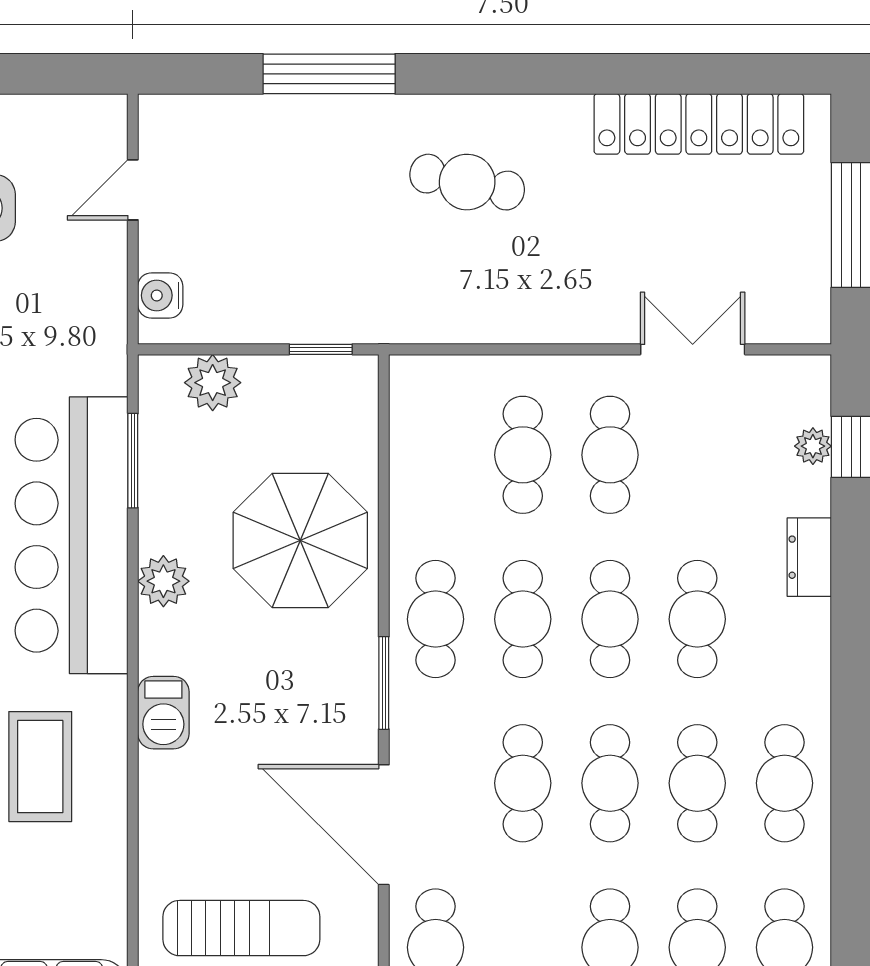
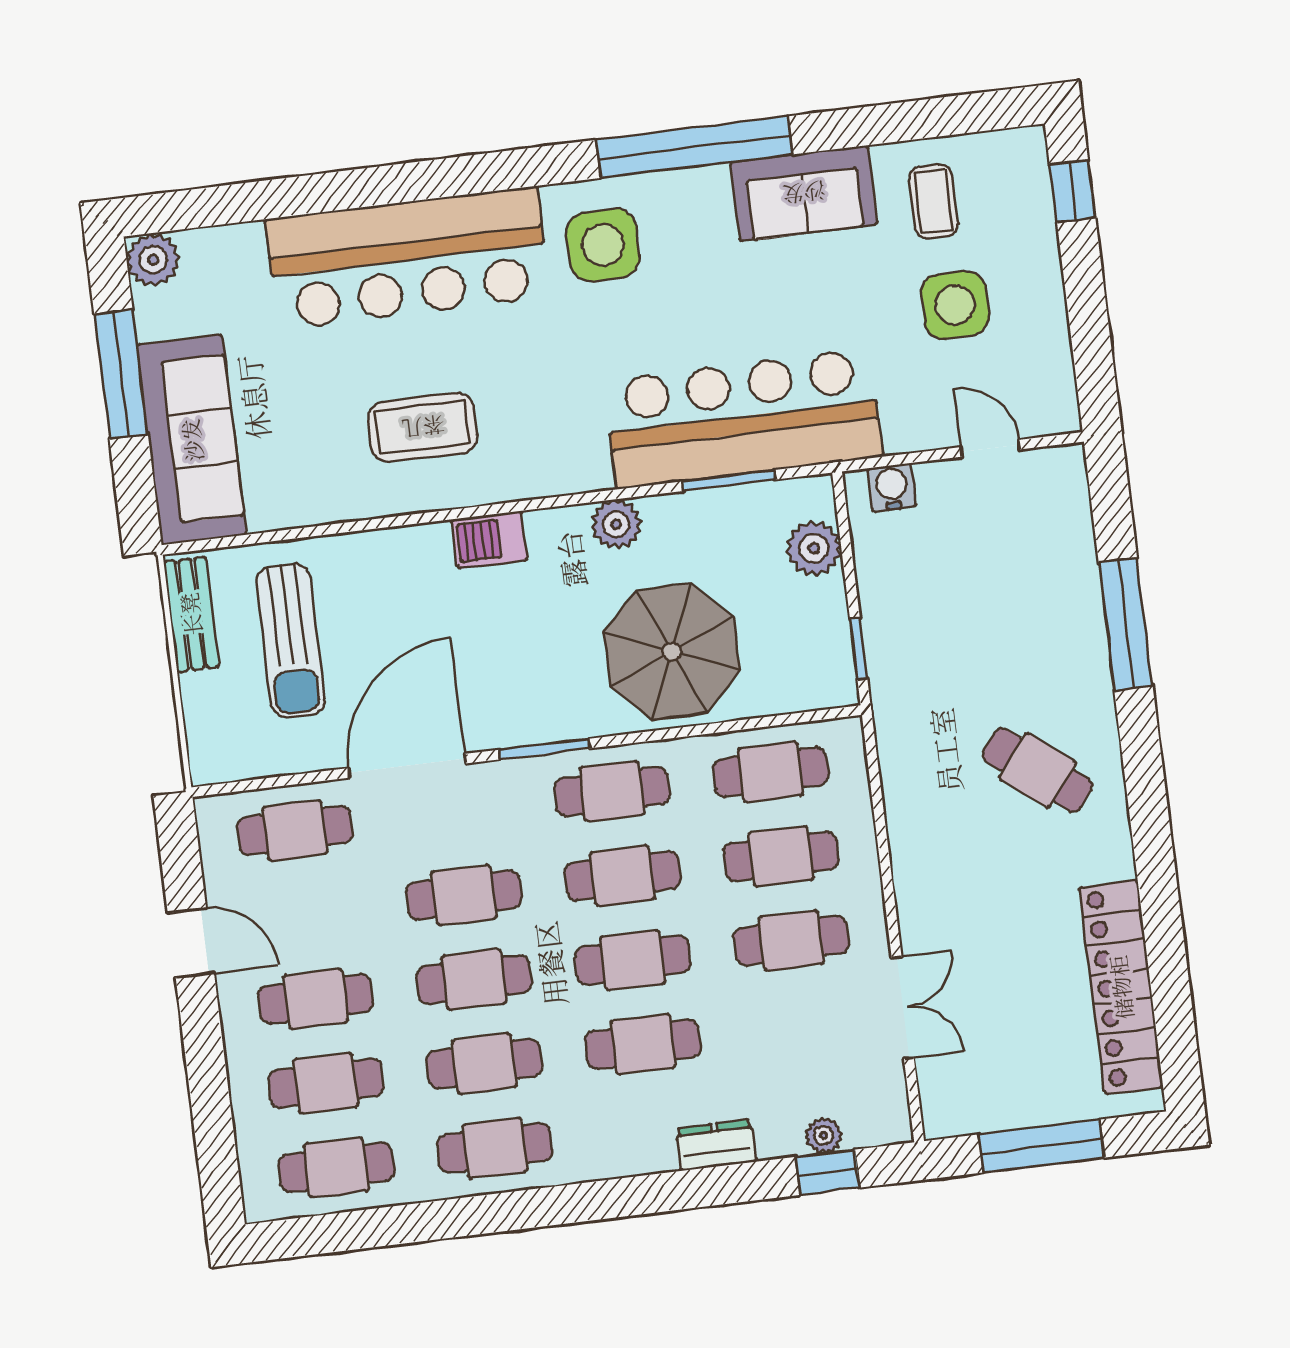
cafe table: (467, 182) -> (1038, 770), turned -64
cafe table: (436, 455) -> (770, 772), added
bar counter: (72, 535) -> (743, 419), moved

